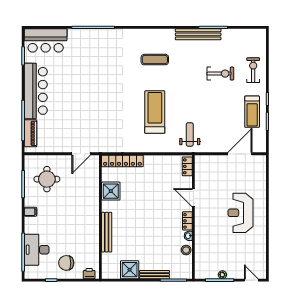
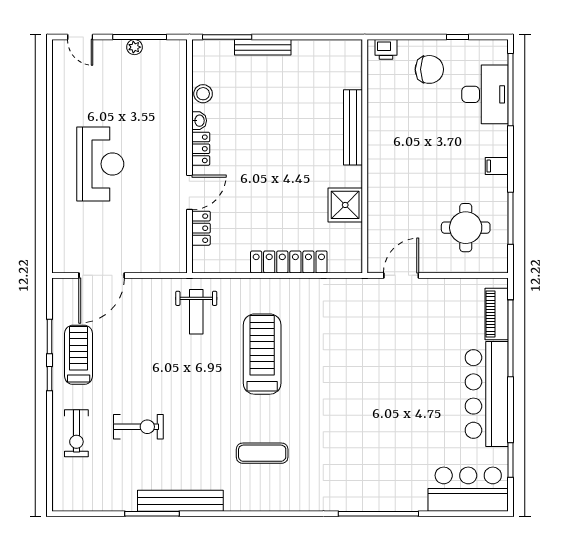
exercise bike: (220, 74) -> (138, 427), turned 180
treadmill: (155, 112) -> (262, 354), turned 180
locker: (122, 161) -> (289, 262), moved
locker: (187, 166) -> (201, 228), moved
door: (193, 198) -> (189, 192), hinge flipped
shower: (130, 270) -> (310, 57), removed

